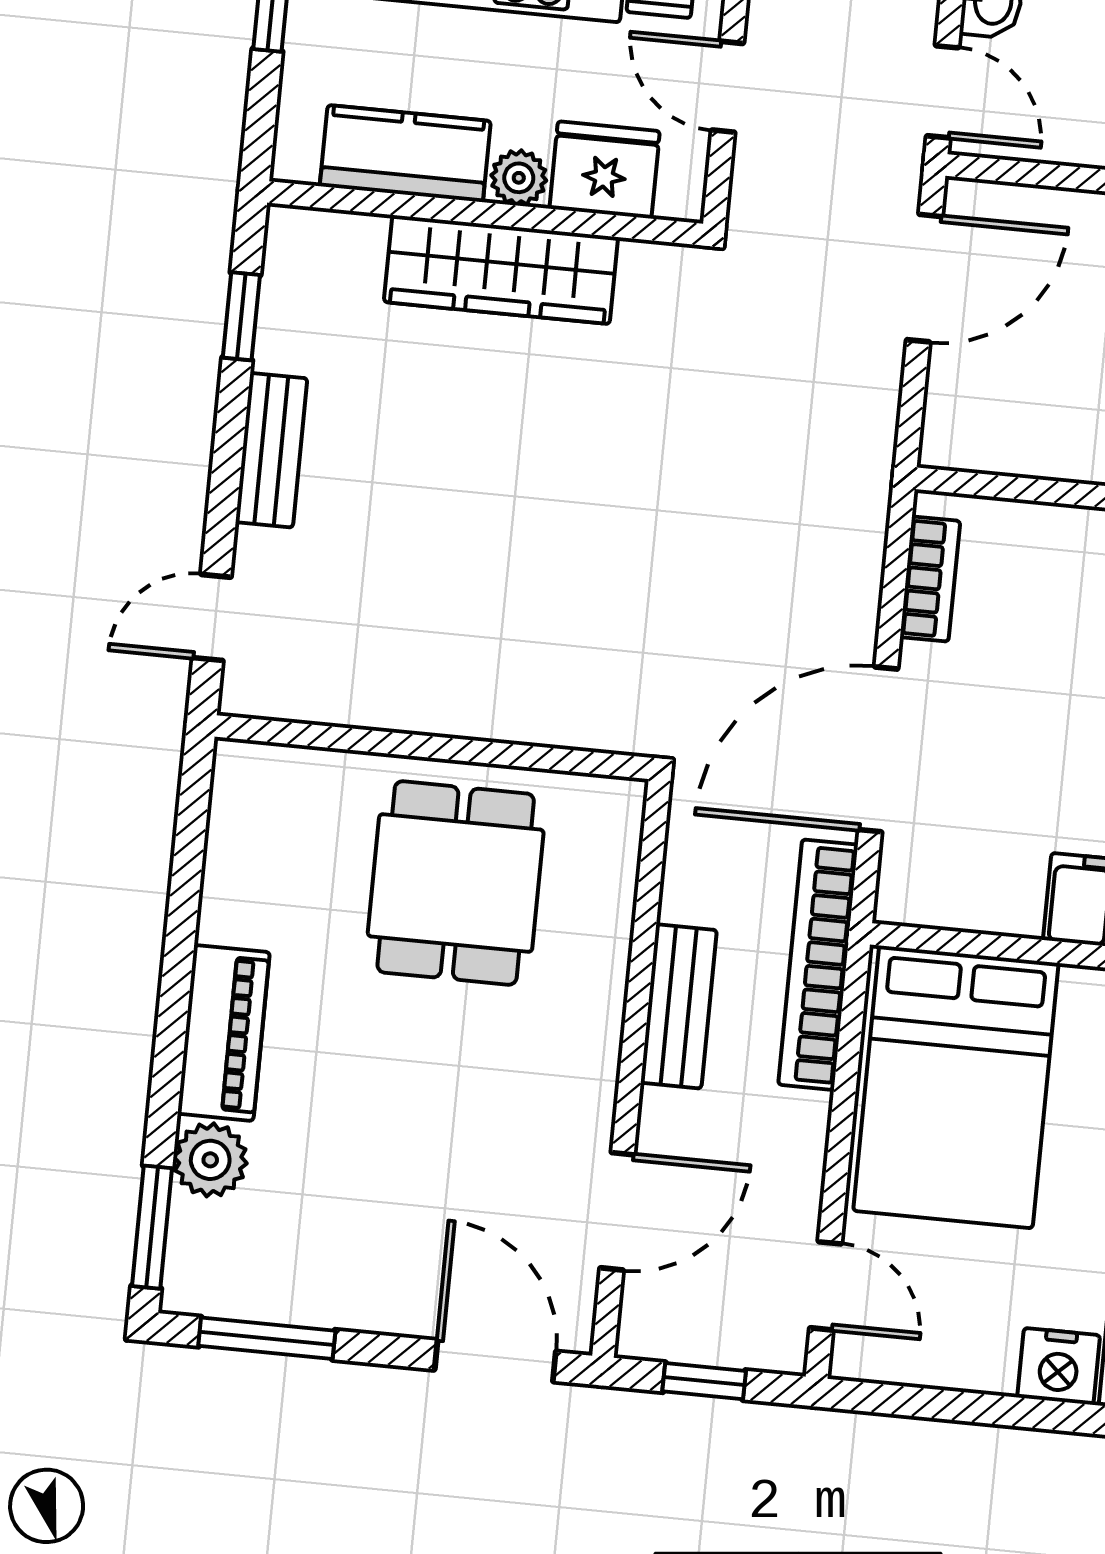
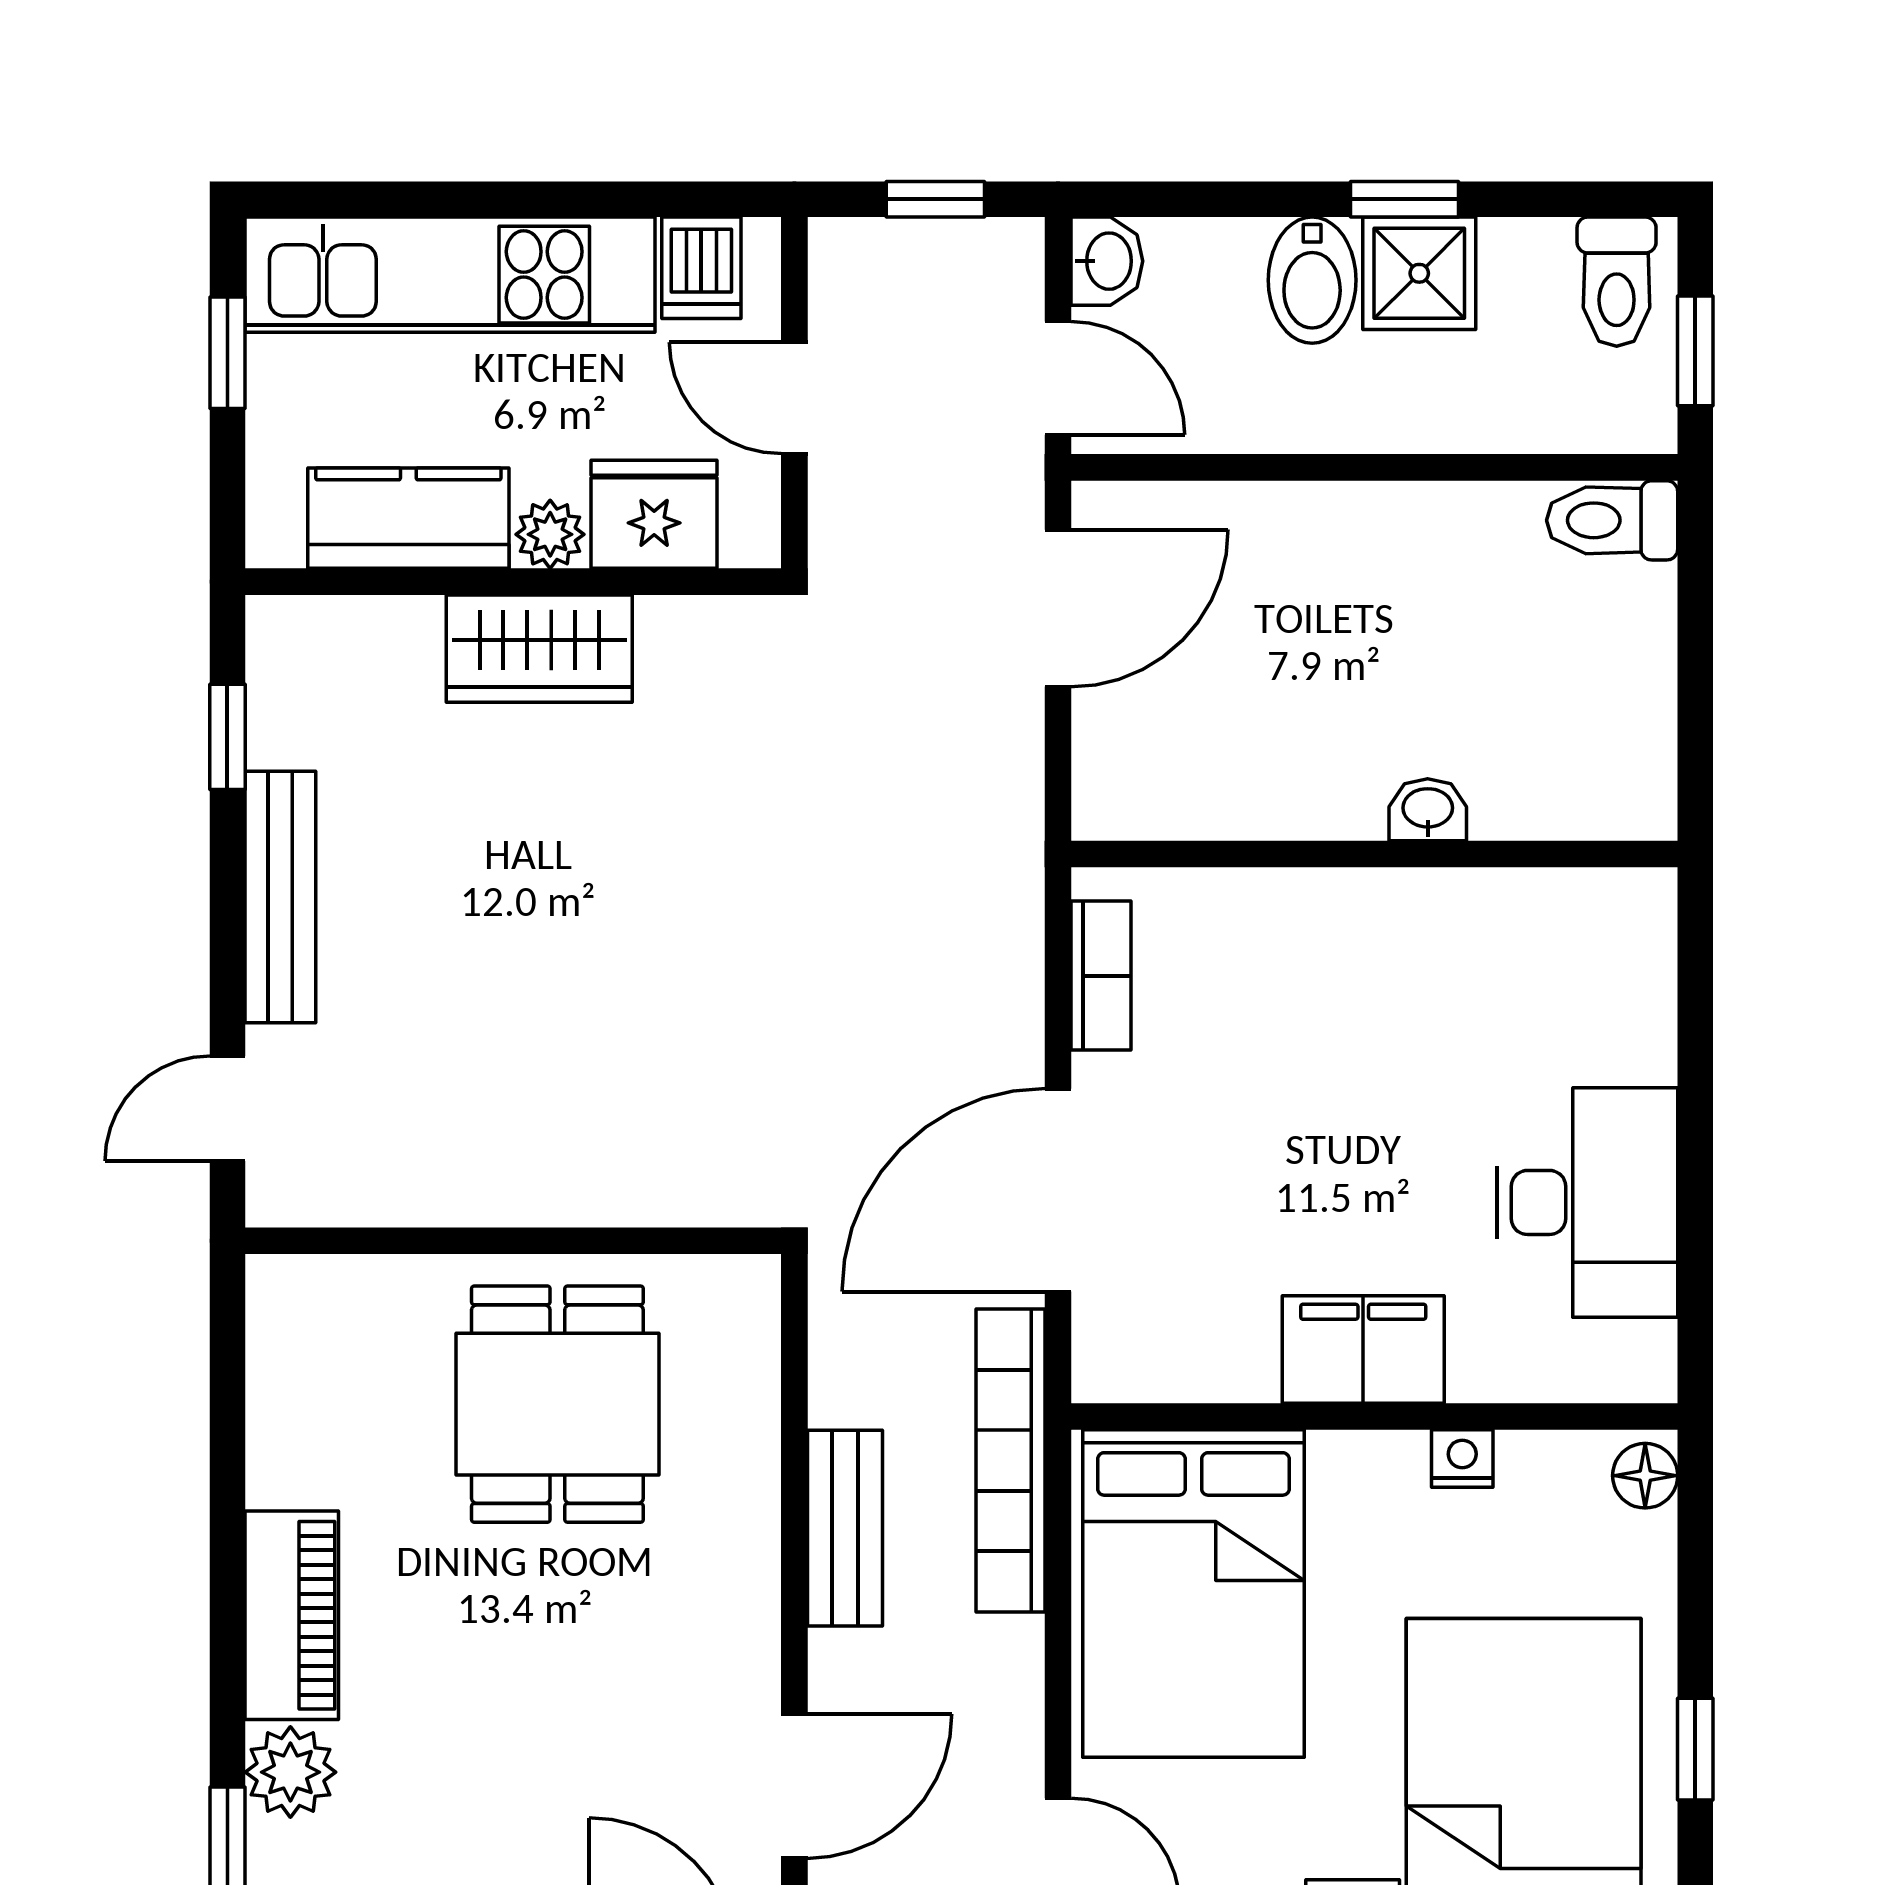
wardrobe: (501, 270) -> (539, 649), width x0.67
bench: (271, 450) -> (280, 897), width x1.36

